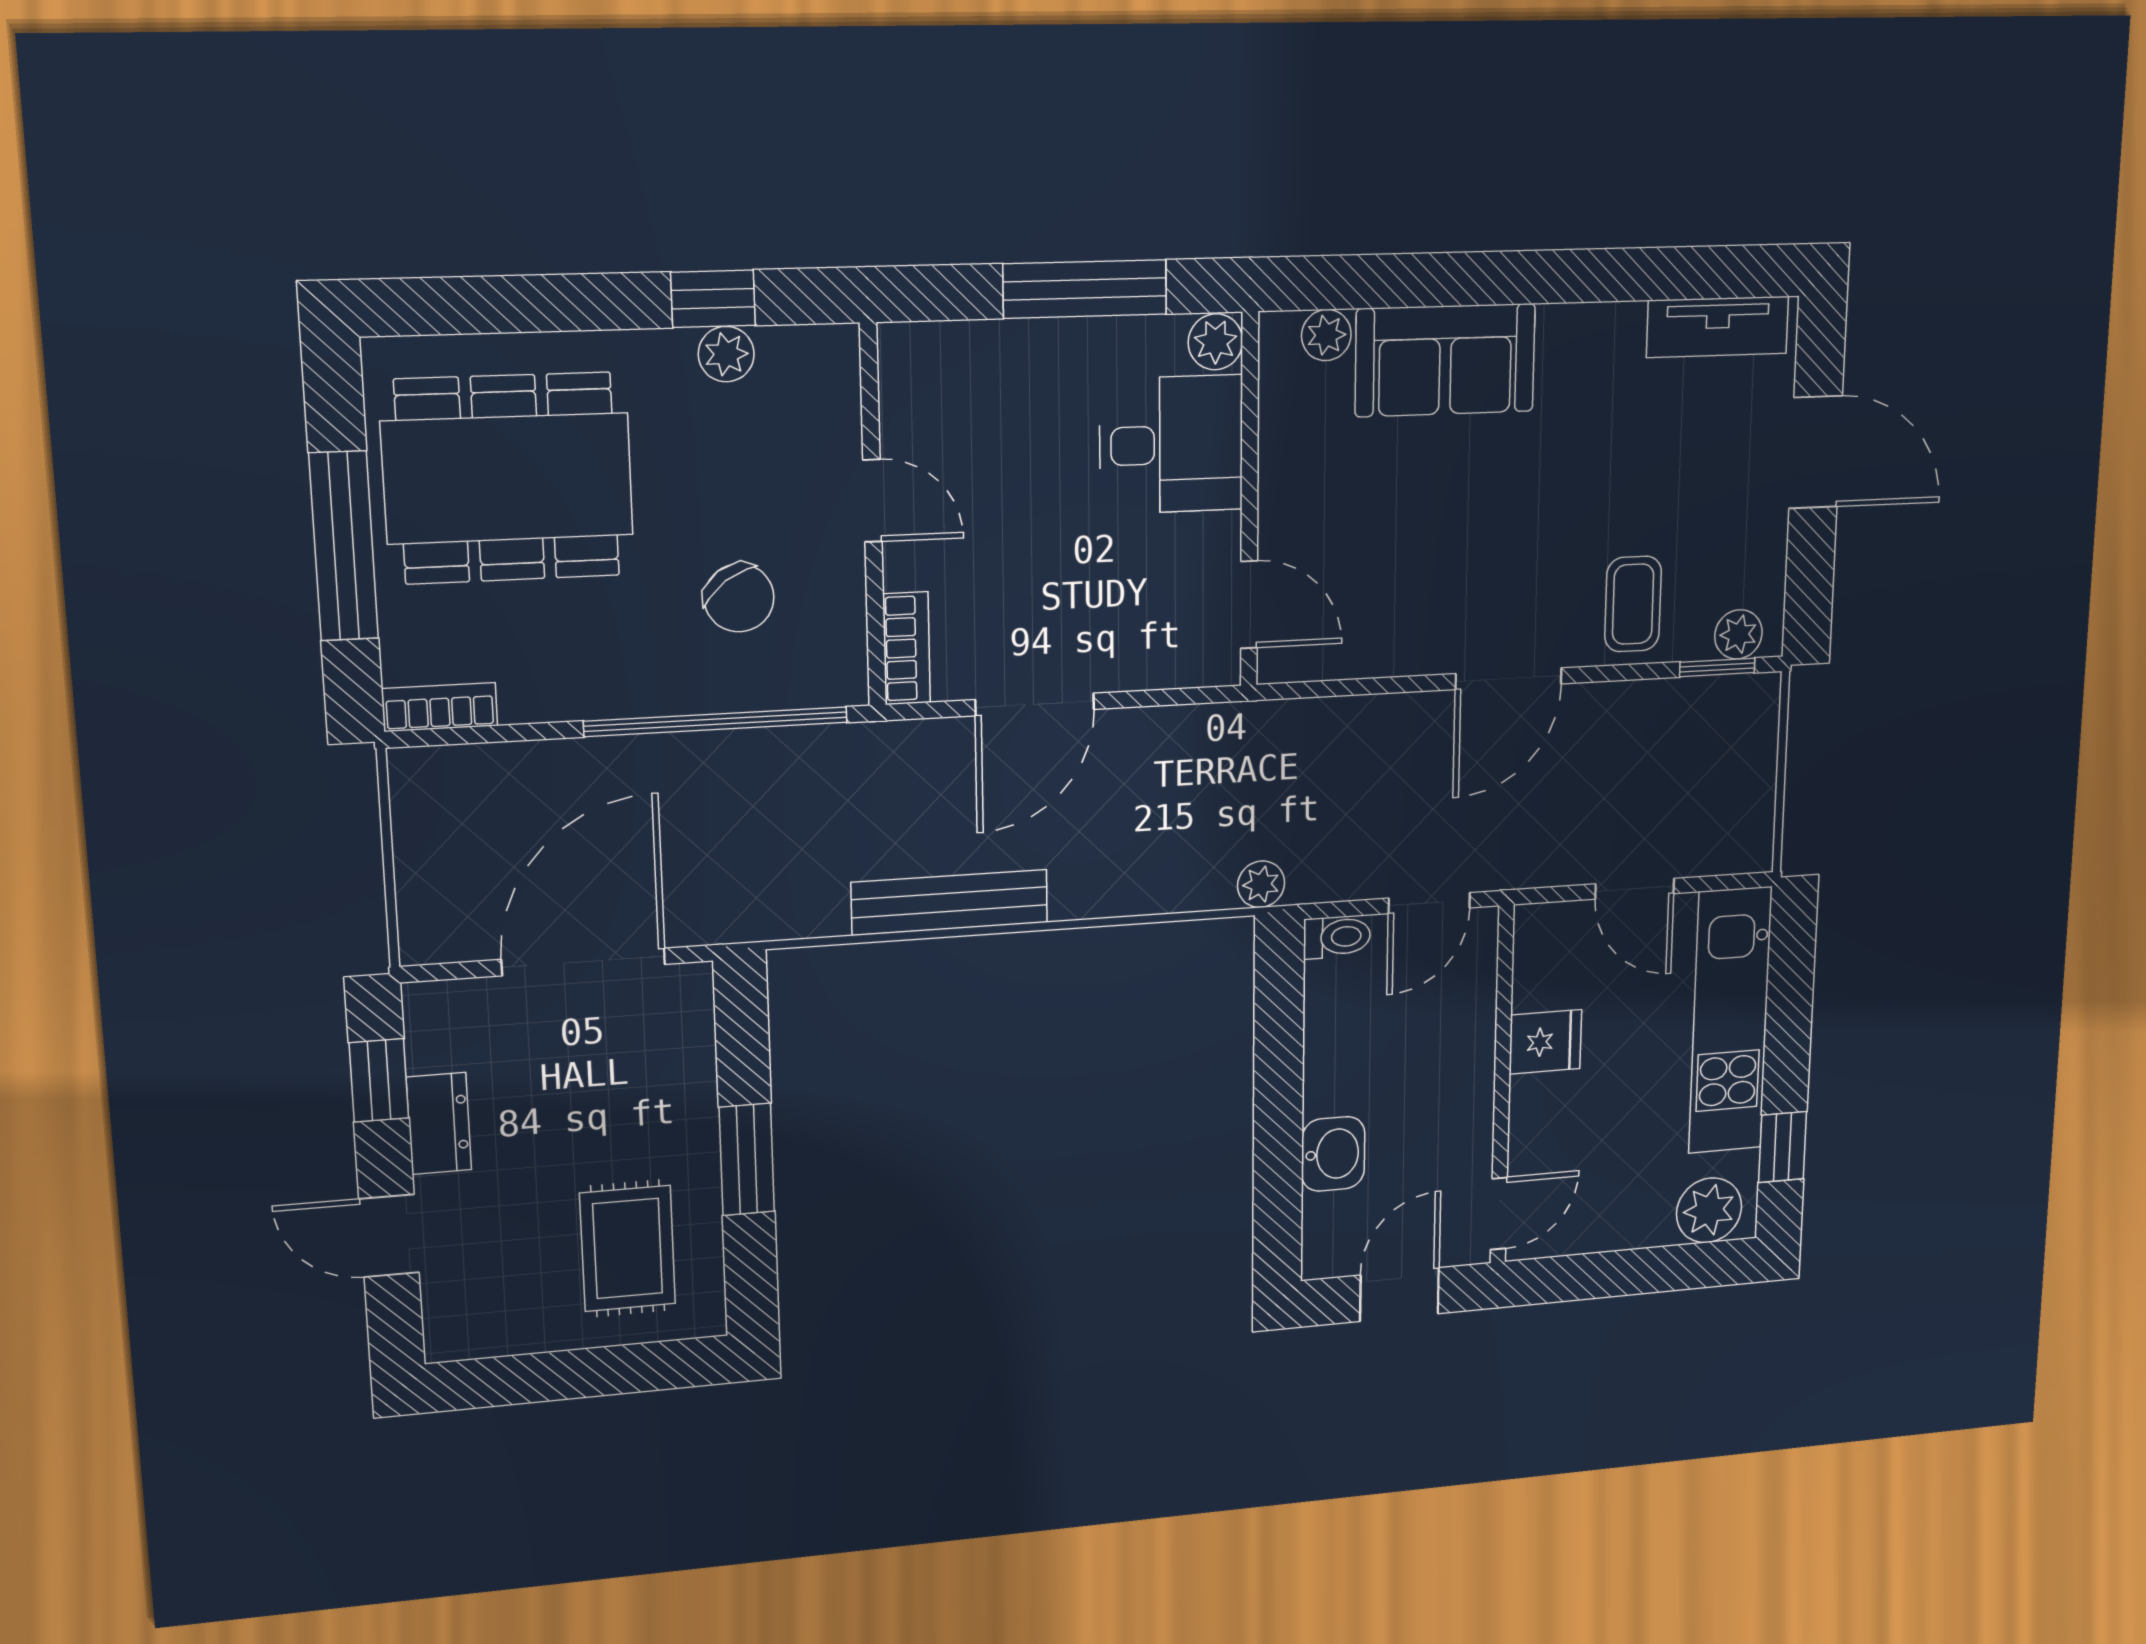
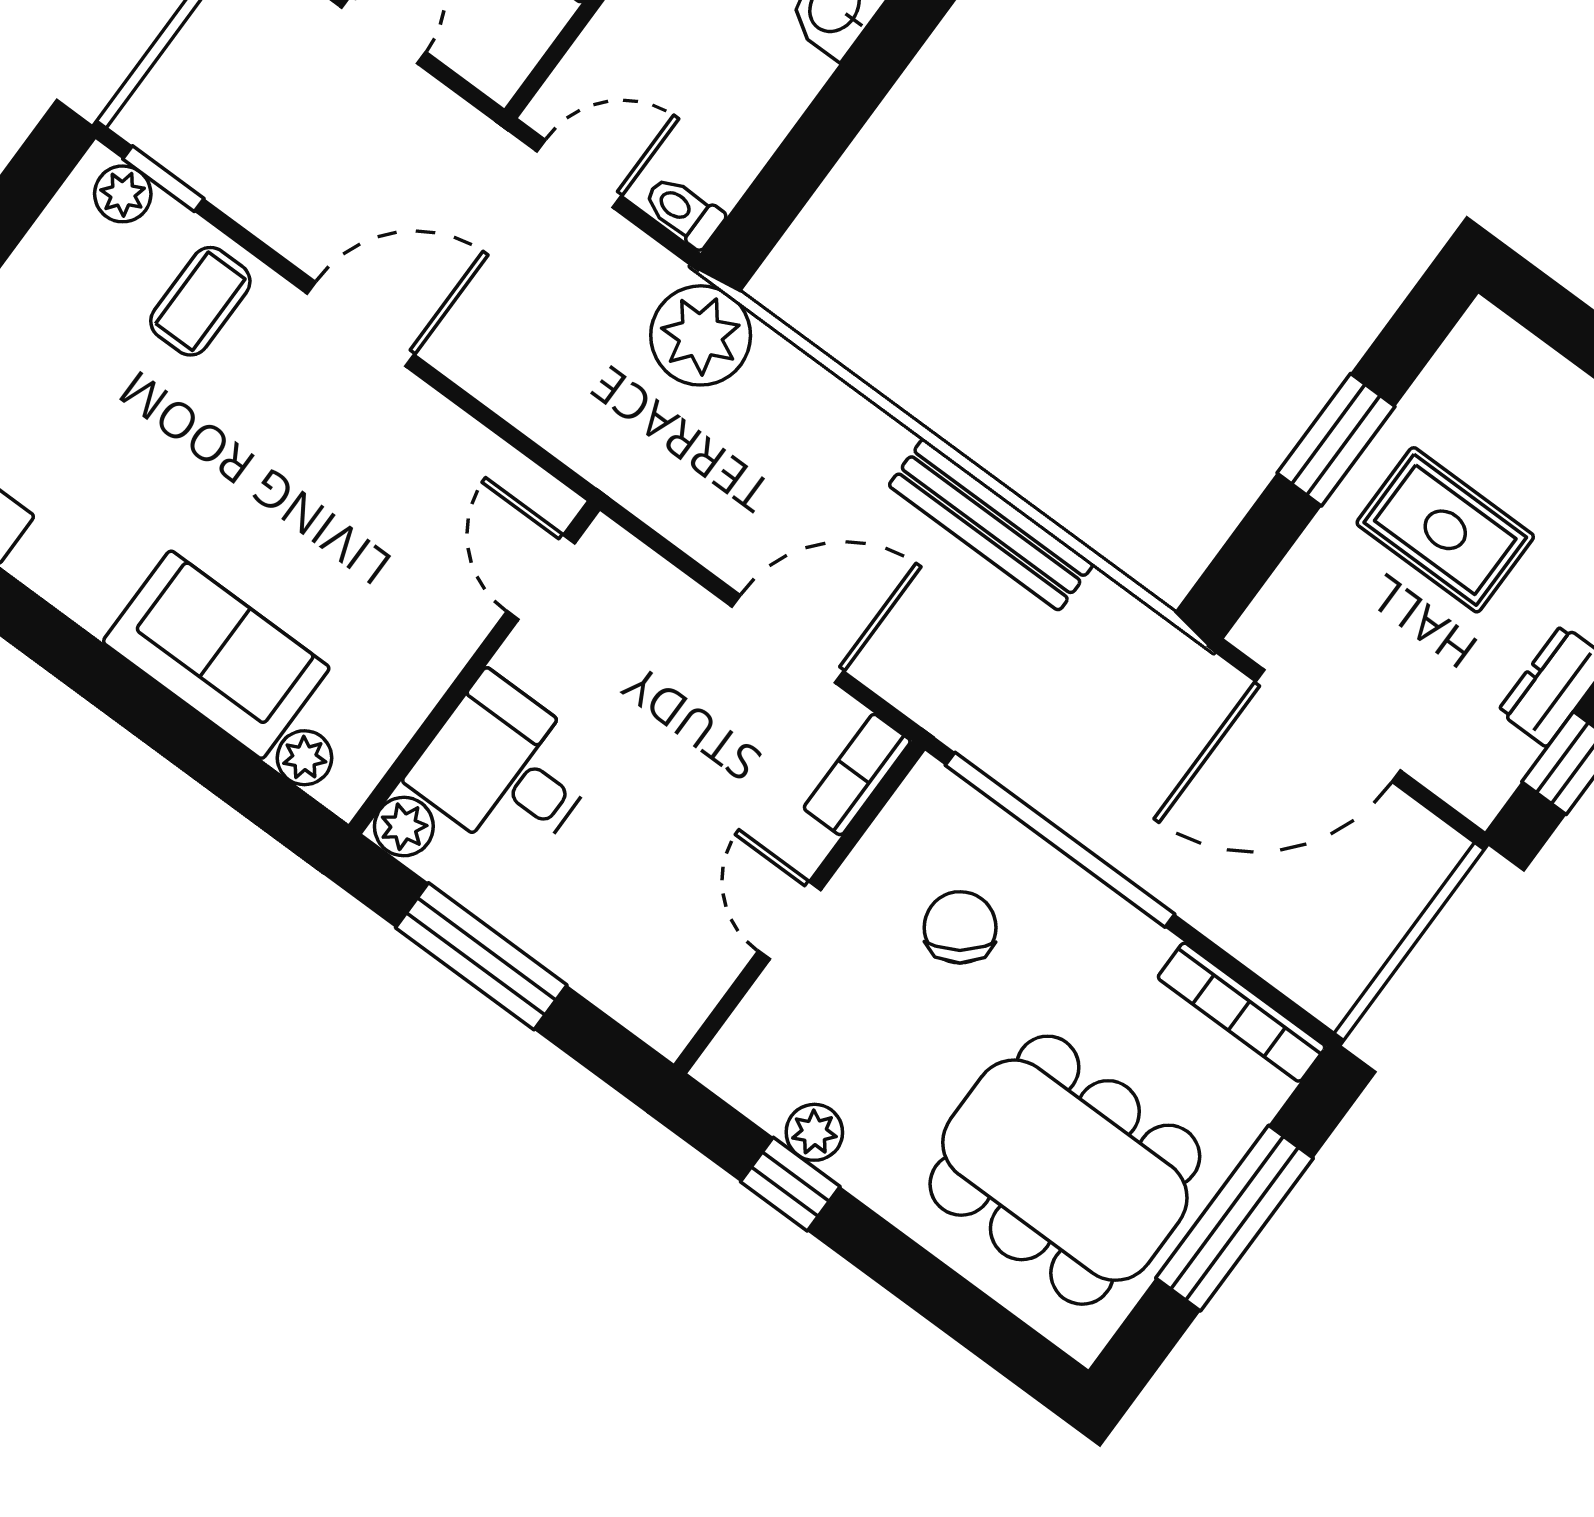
bookcase: (440, 707) -> (1242, 1012), width x1.56
plant: (1261, 884) -> (701, 335), width x1.87, depth x1.87
rug: (628, 1249) -> (1445, 530), moved, turned 90

